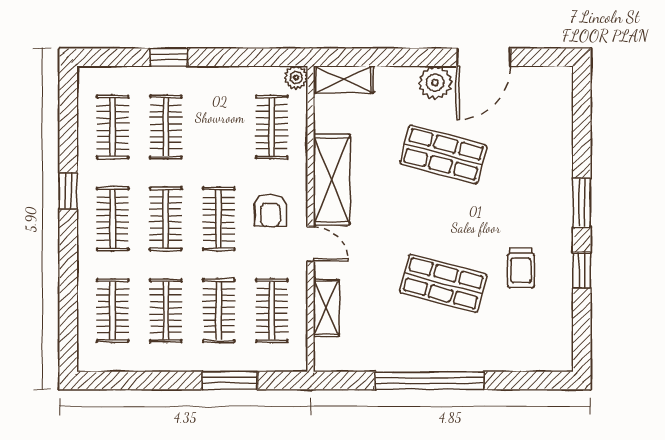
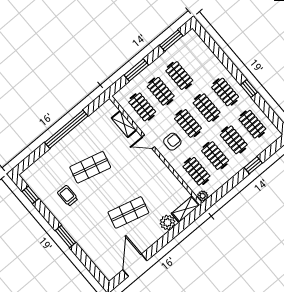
door: (483, 57) -> (135, 265), moved
plant: (435, 83) -> (168, 222), moved
shelving: (332, 180) -> (160, 171), removed
armchair: (270, 210) -> (172, 142), turned 90
window: (582, 270) -> (30, 195), moved
clothes rail: (113, 311) -> (215, 156), moved
window: (130, 380) -> (171, 40), added

